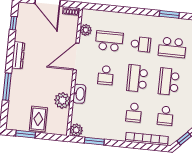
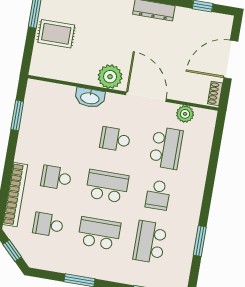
plant: (62, 100) -> (110, 77), moved
plant: (76, 130) -> (36, 89), removed

